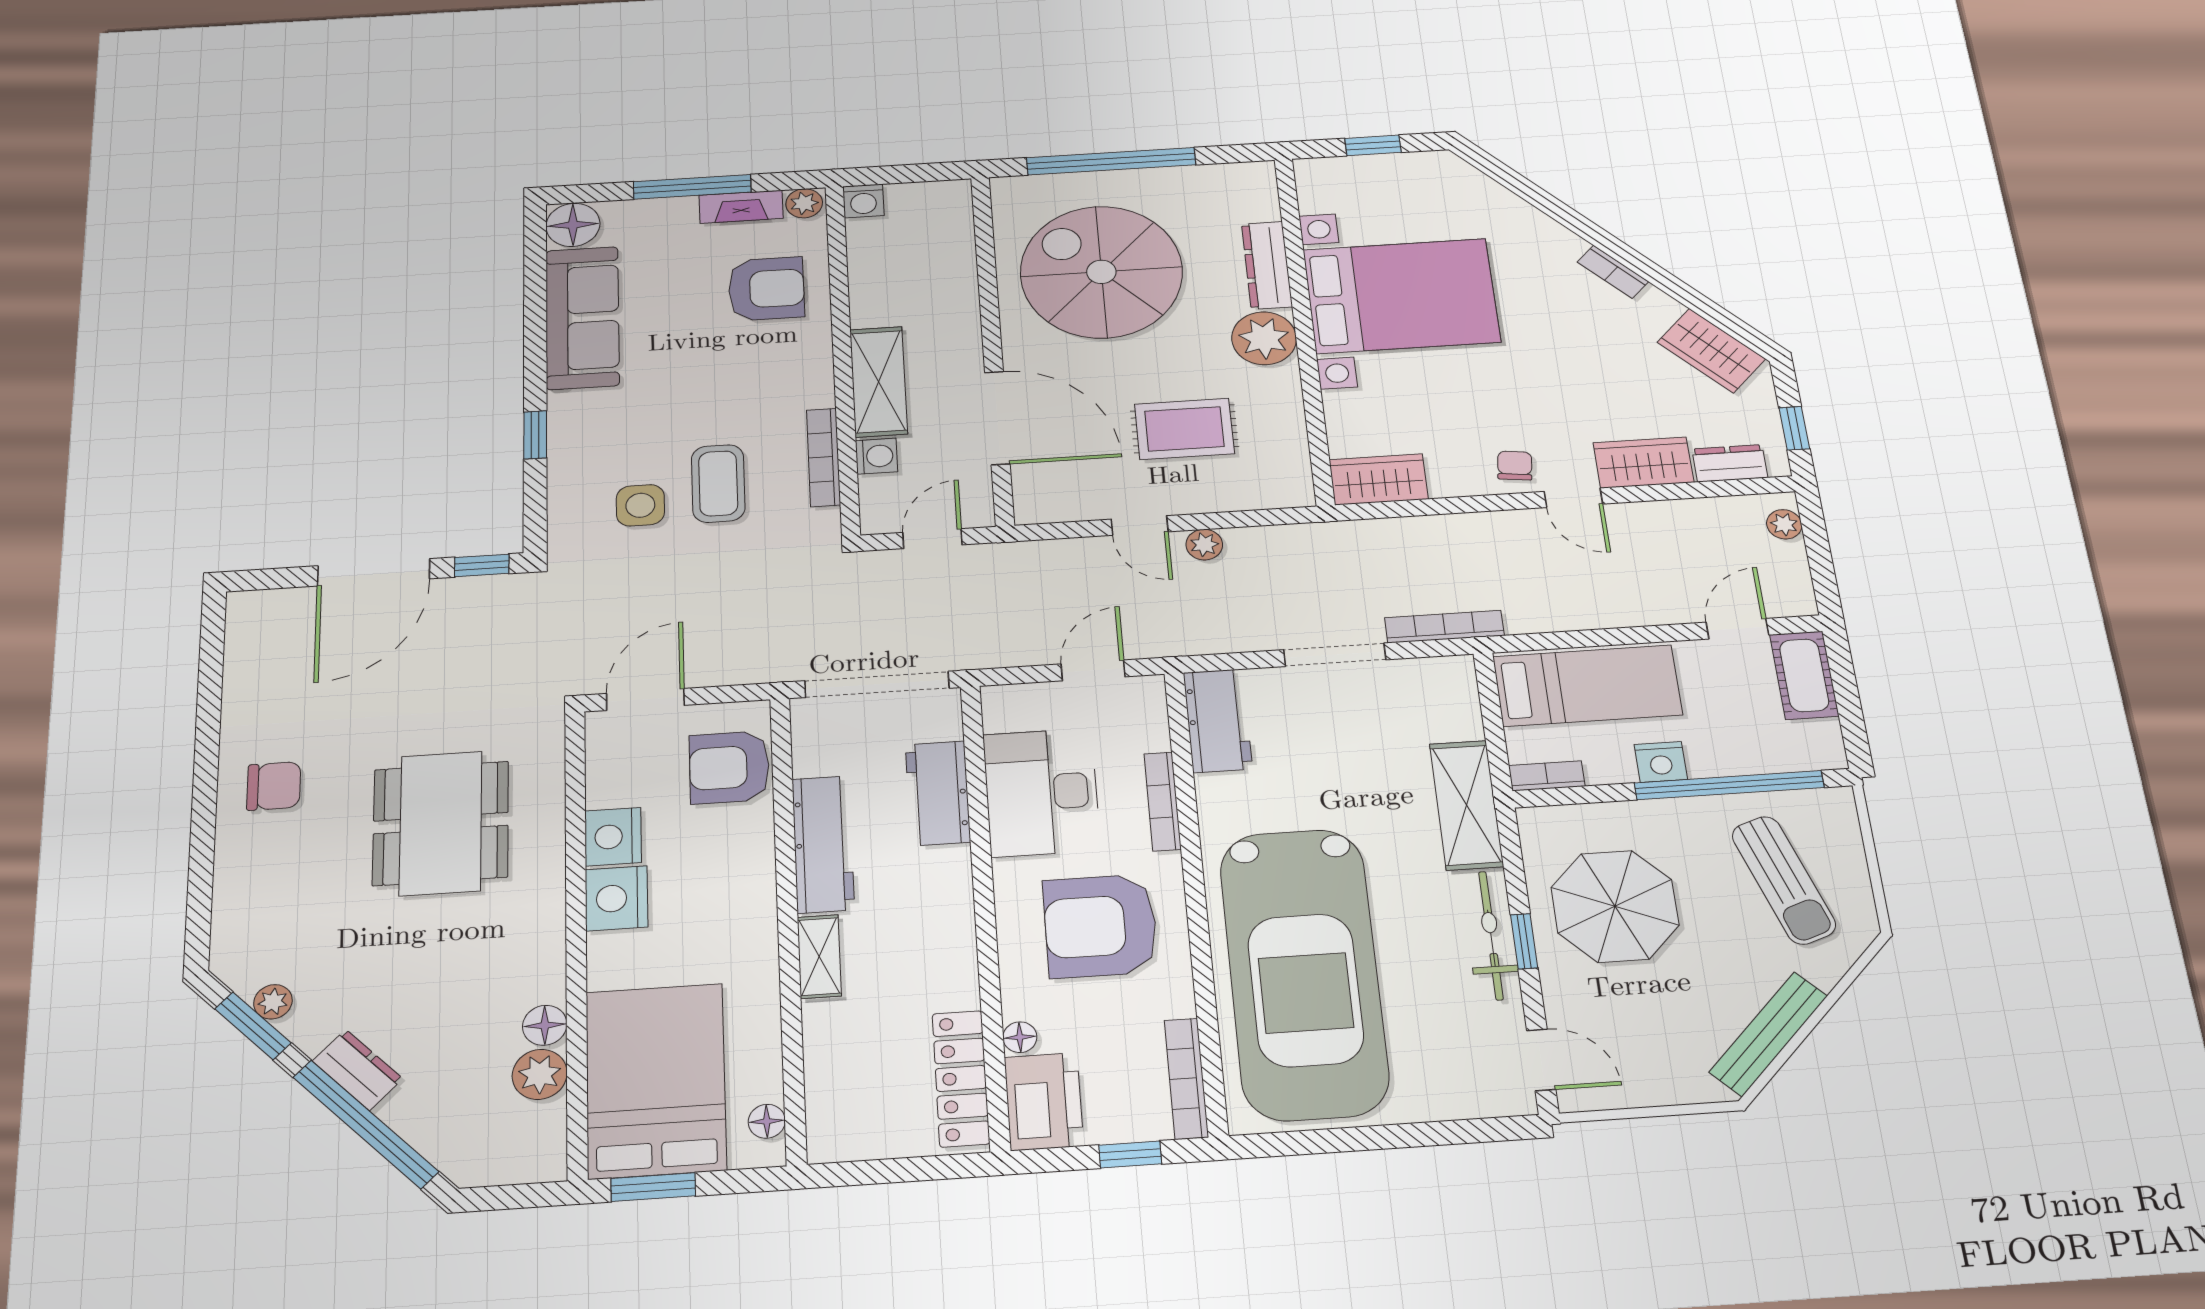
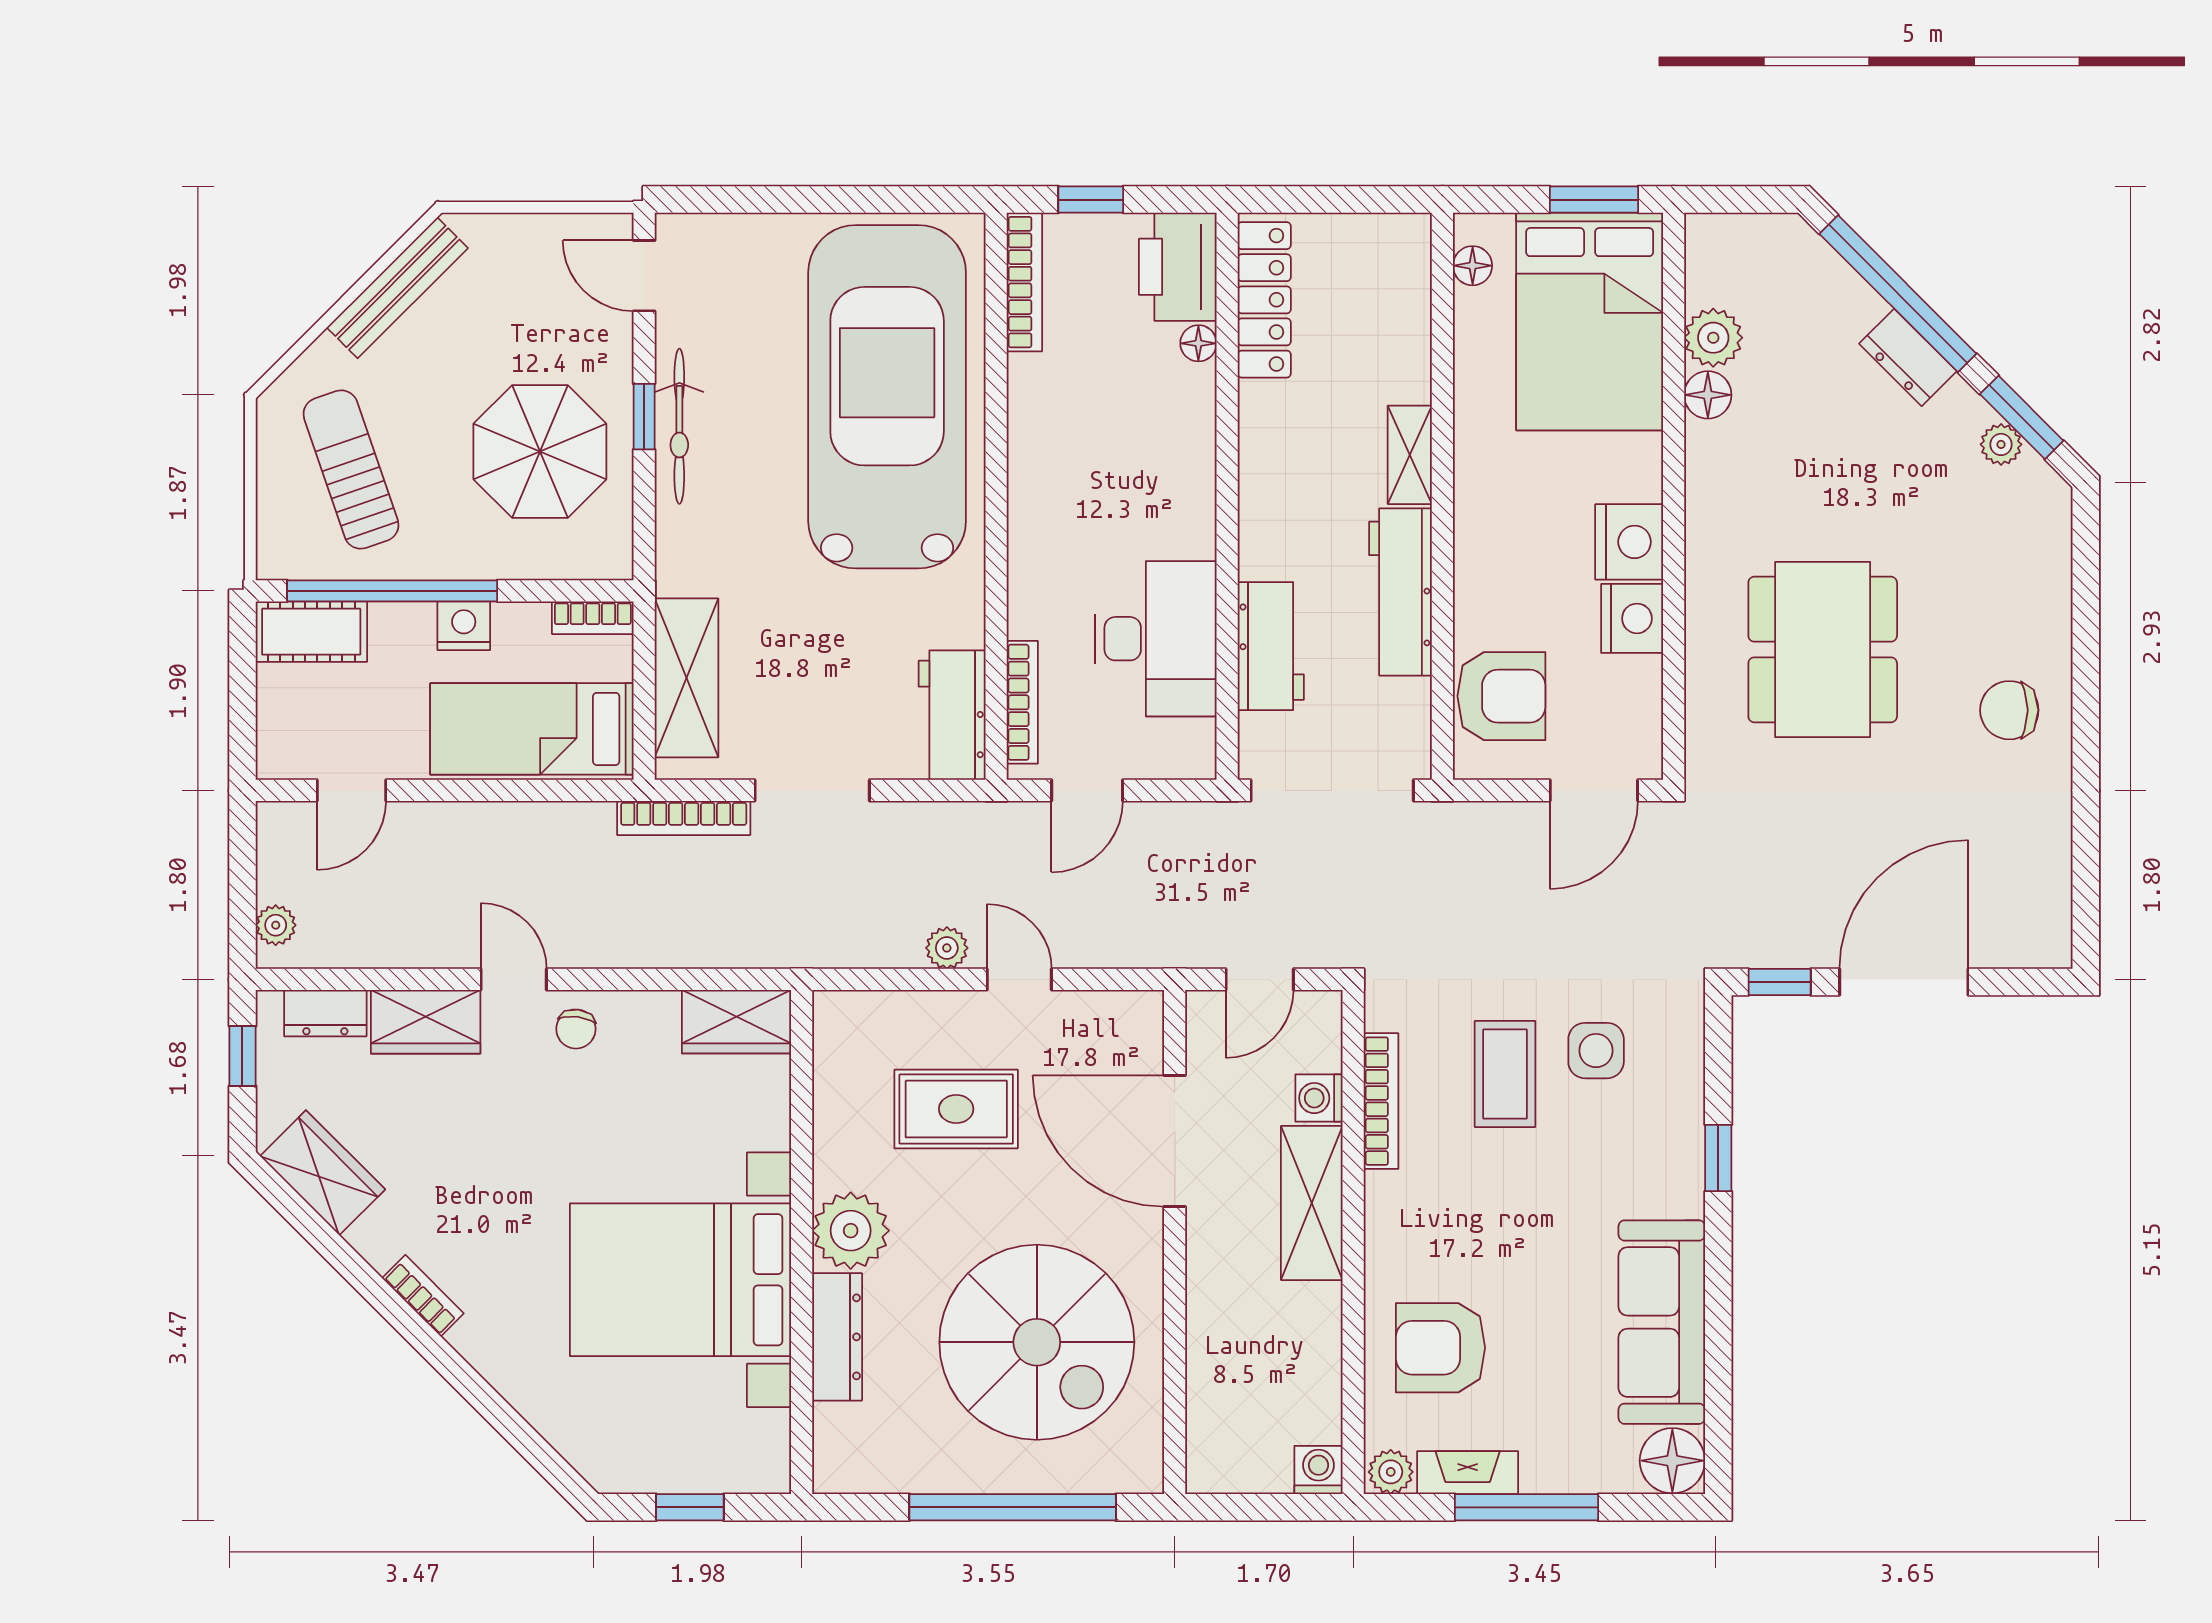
cot: (1804, 675) -> (311, 632), moved, turned 90
bookcase: (1163, 801) -> (1022, 702), moved
shelving: (1466, 805) -> (686, 678), moved
armchair: (1100, 926) -> (1102, 469), removed

